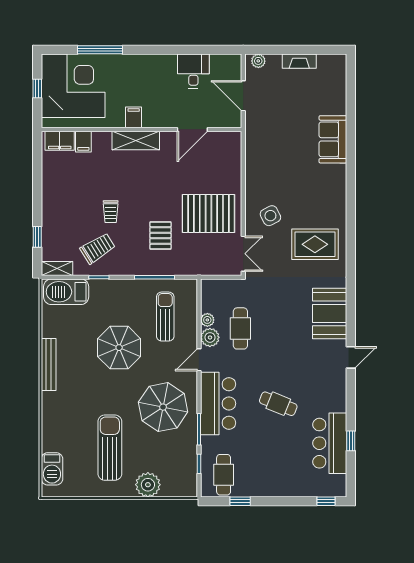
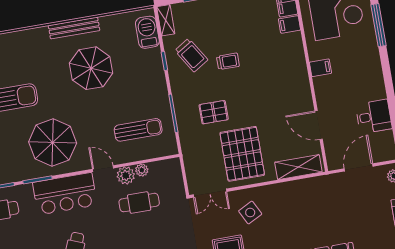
shelving: (136, 141) -> (298, 167), moved, turned 90
trolley: (111, 212) -> (228, 61), turned 180
barbecue: (66, 292) -> (147, 32), width x0.73, depth x0.83
parasol: (119, 348) -> (91, 68), moved

